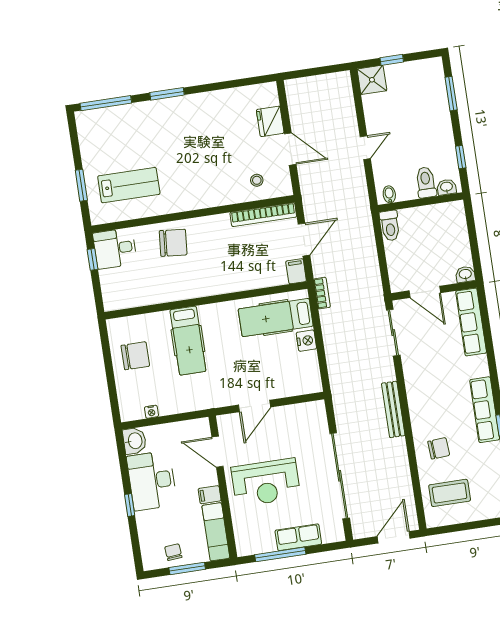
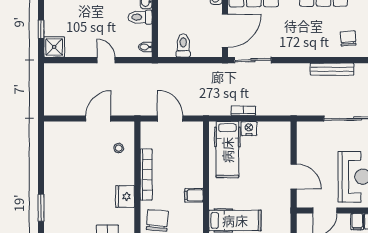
fridge: (270, 121) -> (125, 197), moved, turned 90
bookcase: (263, 215) -> (146, 175), moved
toilet: (390, 226) -> (183, 46), moved, turned -90
filing cabinet: (296, 271) -> (194, 195), moved
door: (425, 292) -> (225, 31), width x1.36
bookcase: (322, 293) -> (243, 111), moved
bench: (393, 409) -> (332, 69), moved

